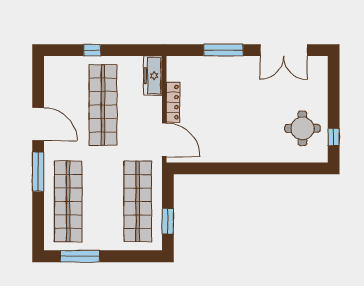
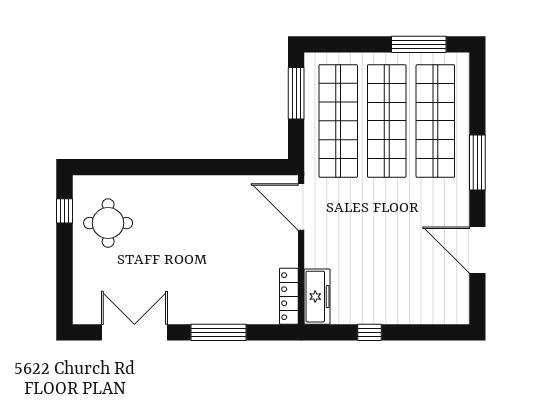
window: (92, 50) -> (370, 332), moved
locker: (173, 102) -> (289, 296), moved
shop shelf: (103, 105) -> (387, 121), moved
door: (38, 124) -> (477, 250), moved
window: (168, 221) -> (296, 93), width x1.44

